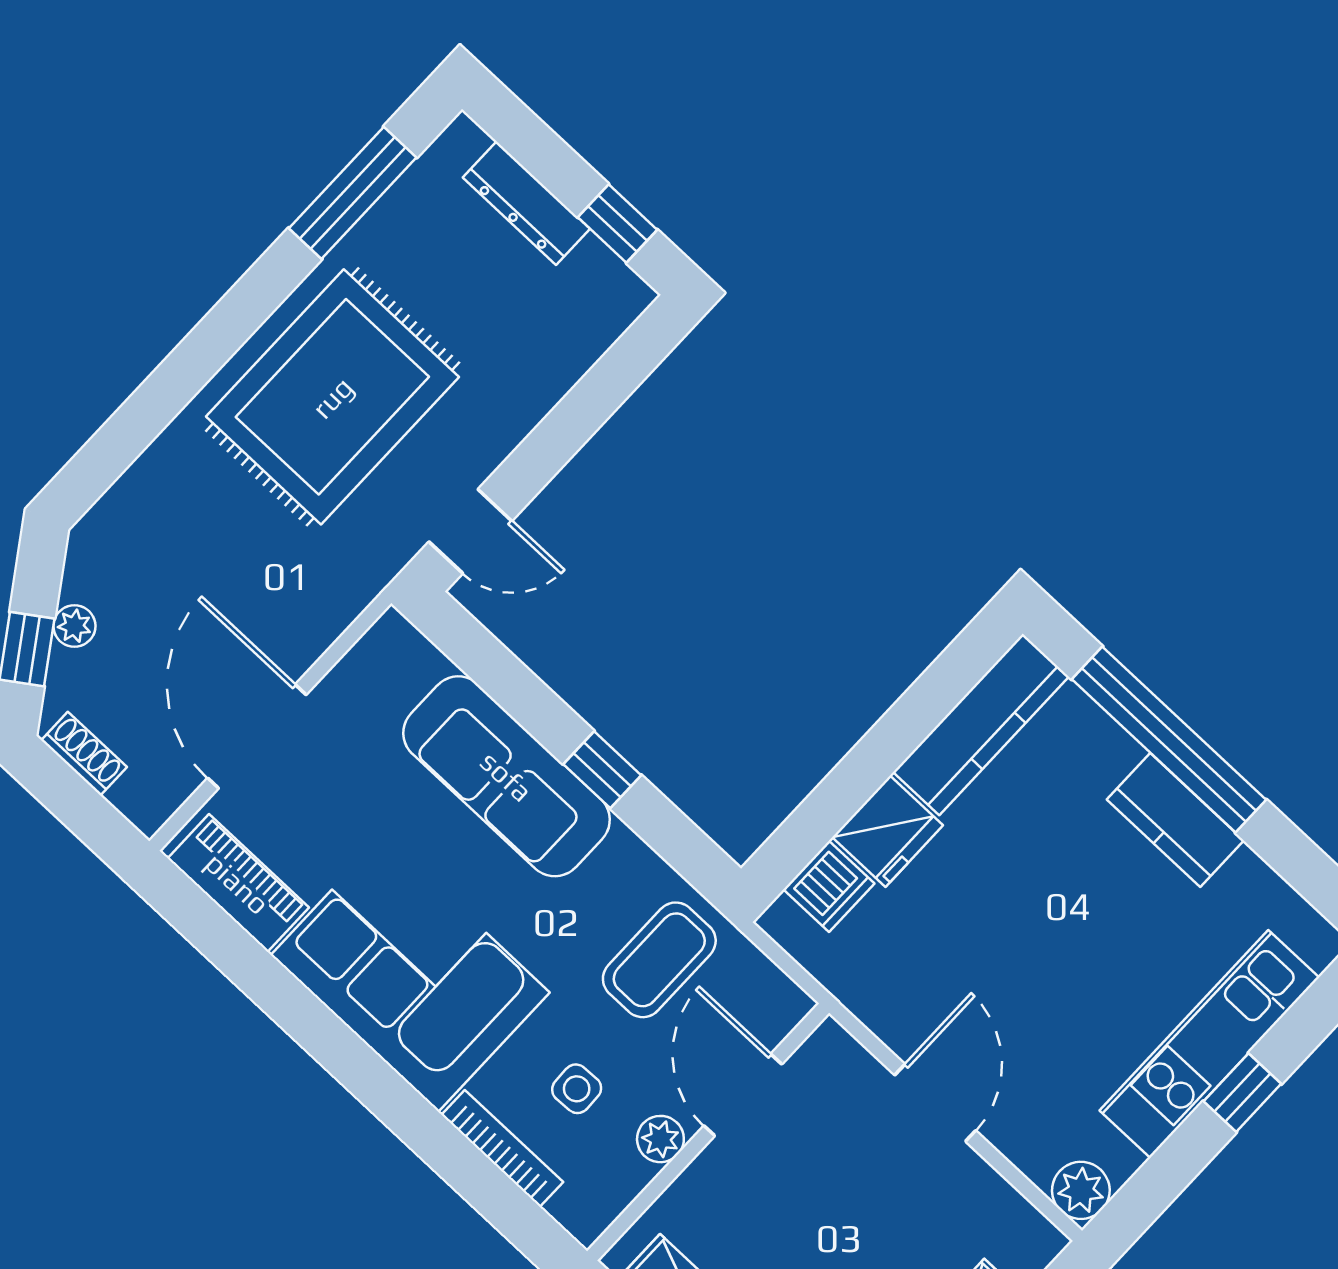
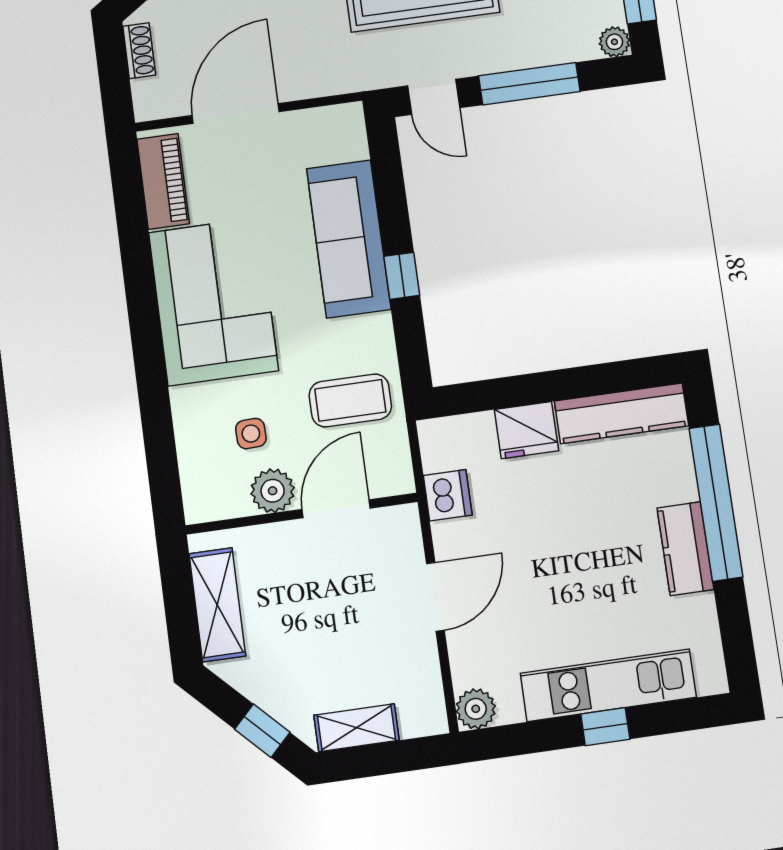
plant: (628, 296) -> (614, 42), added
window: (569, 426) -> (529, 84), added
dishwasher: (829, 886) -> (448, 495), moved, turned -90
plant: (660, 1139) -> (273, 491), width x1.38, depth x1.38
bookcase: (502, 1148) -> (186, 433), removed

